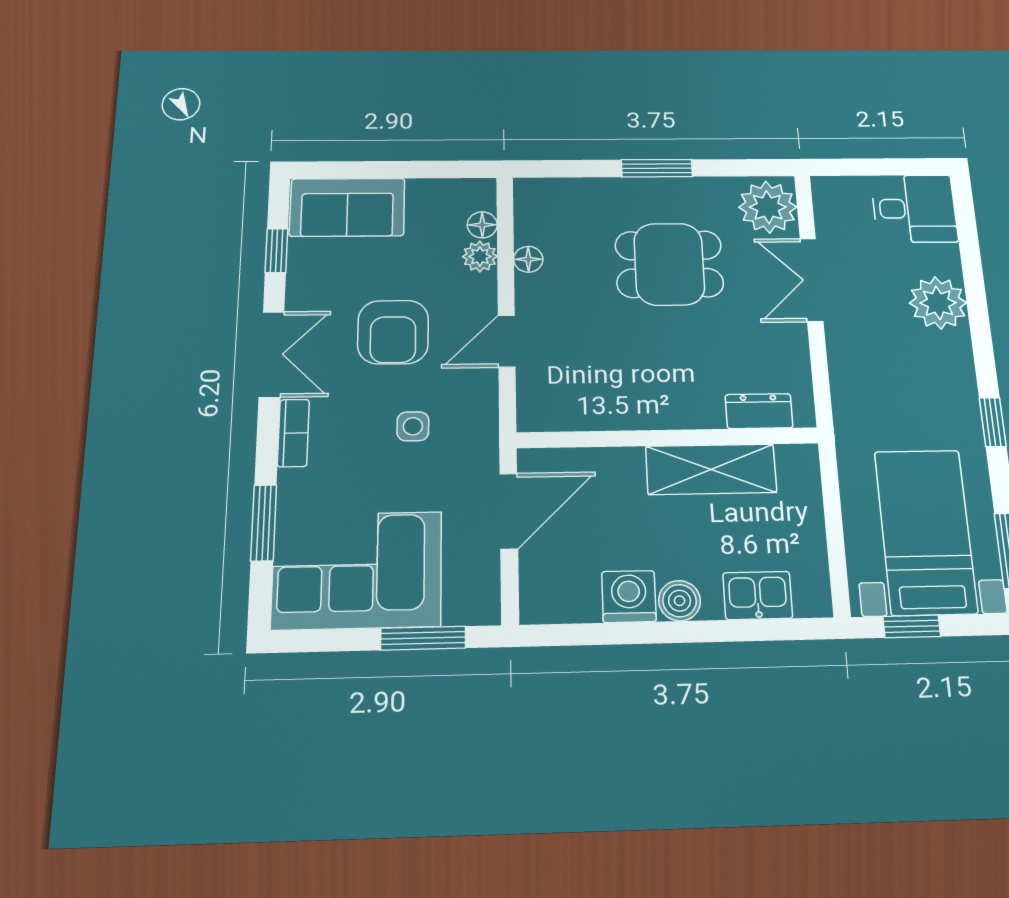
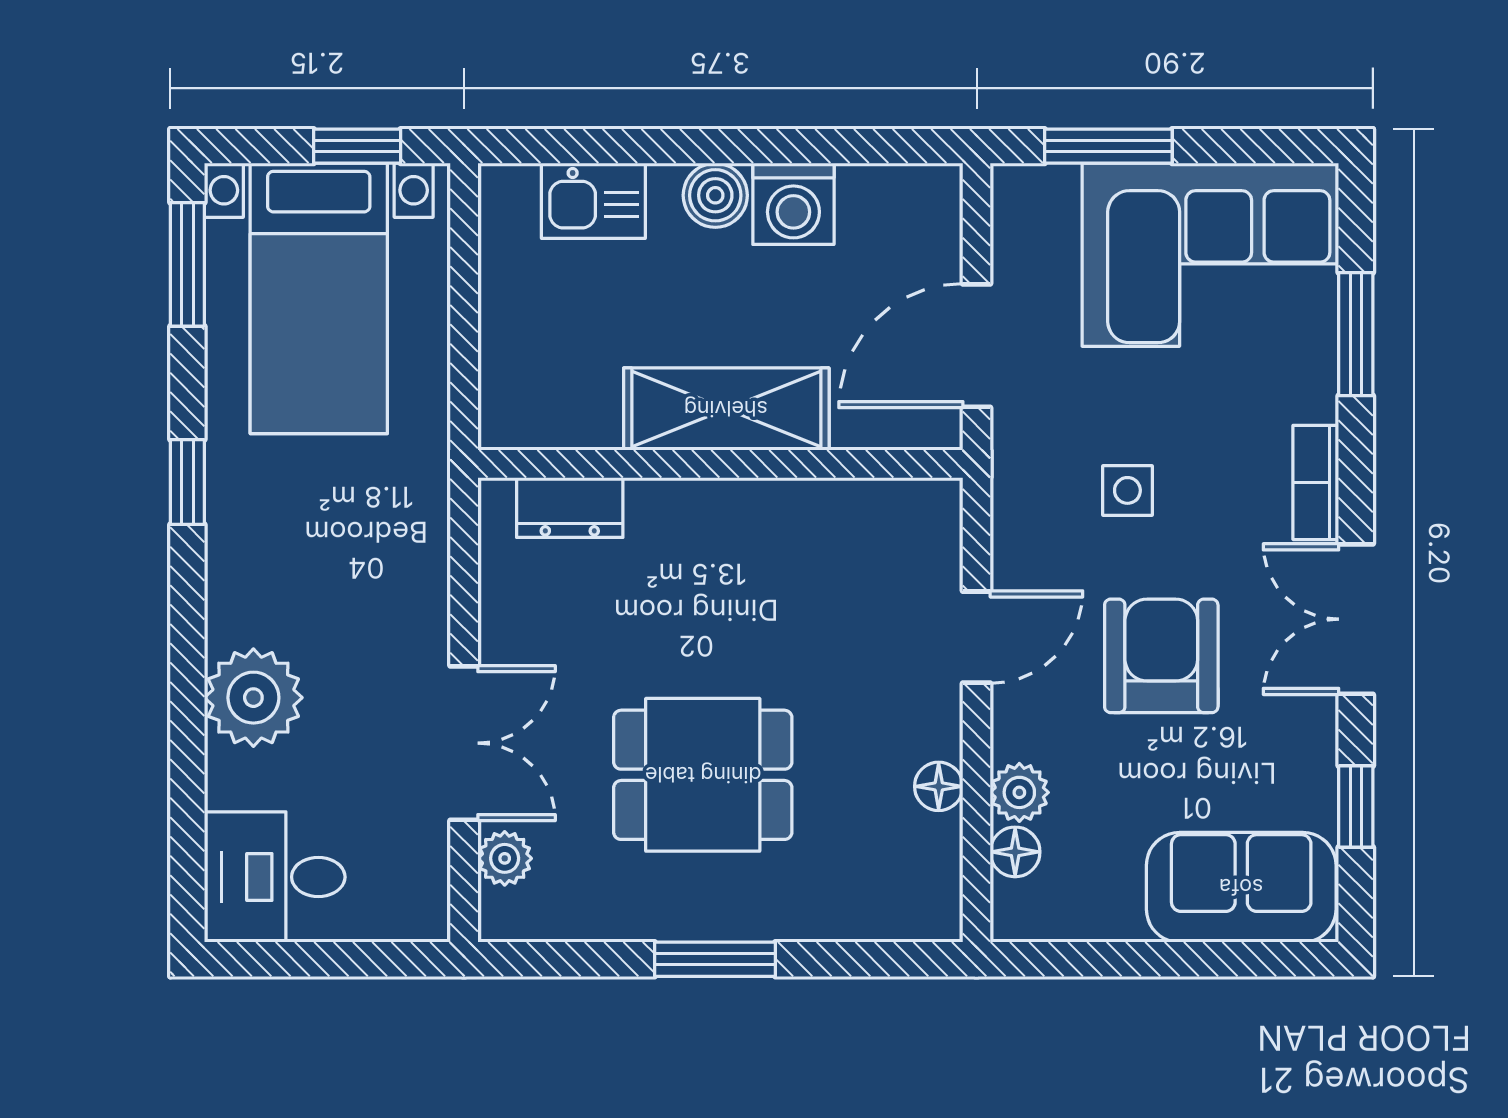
plant: (768, 207) -> (505, 858), width x0.53, depth x0.53
shelving: (711, 469) -> (726, 409), moved

